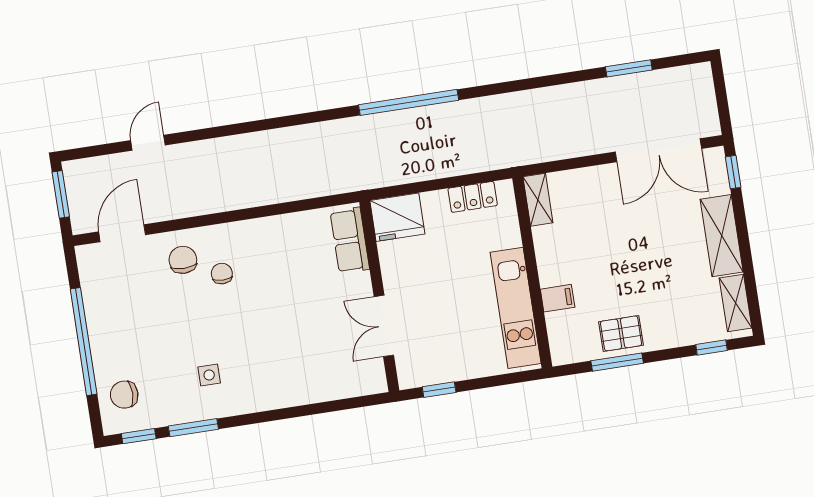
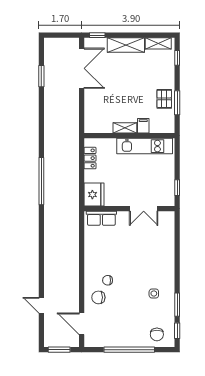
shelving: (538, 200) -> (125, 128), moved

